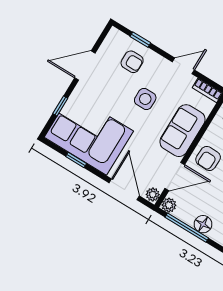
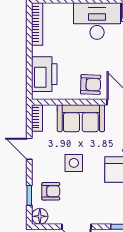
floor lamp: (115, 38) -> (40, 216), added
armchair: (132, 62) -> (51, 191), turned 90

